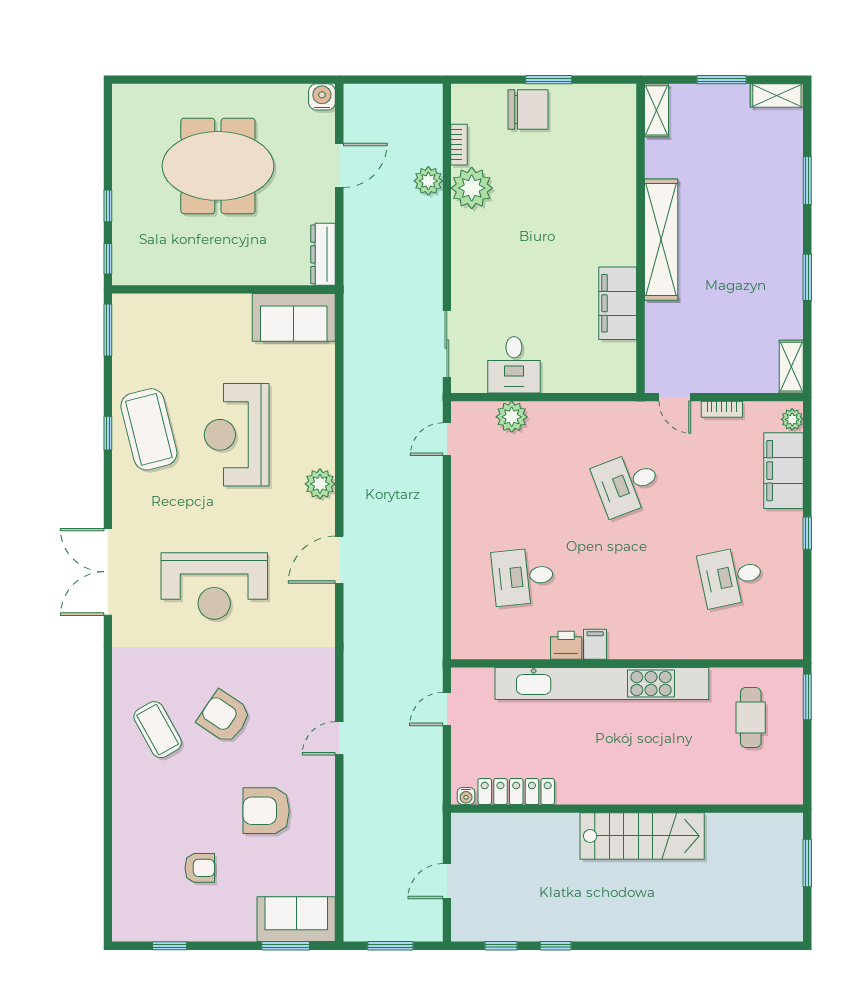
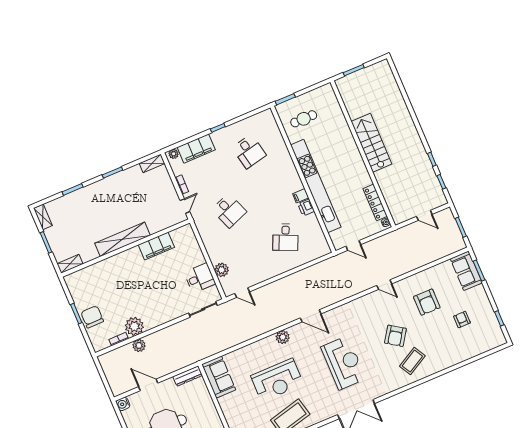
desk: (523, 577) -> (285, 237), turned 30

